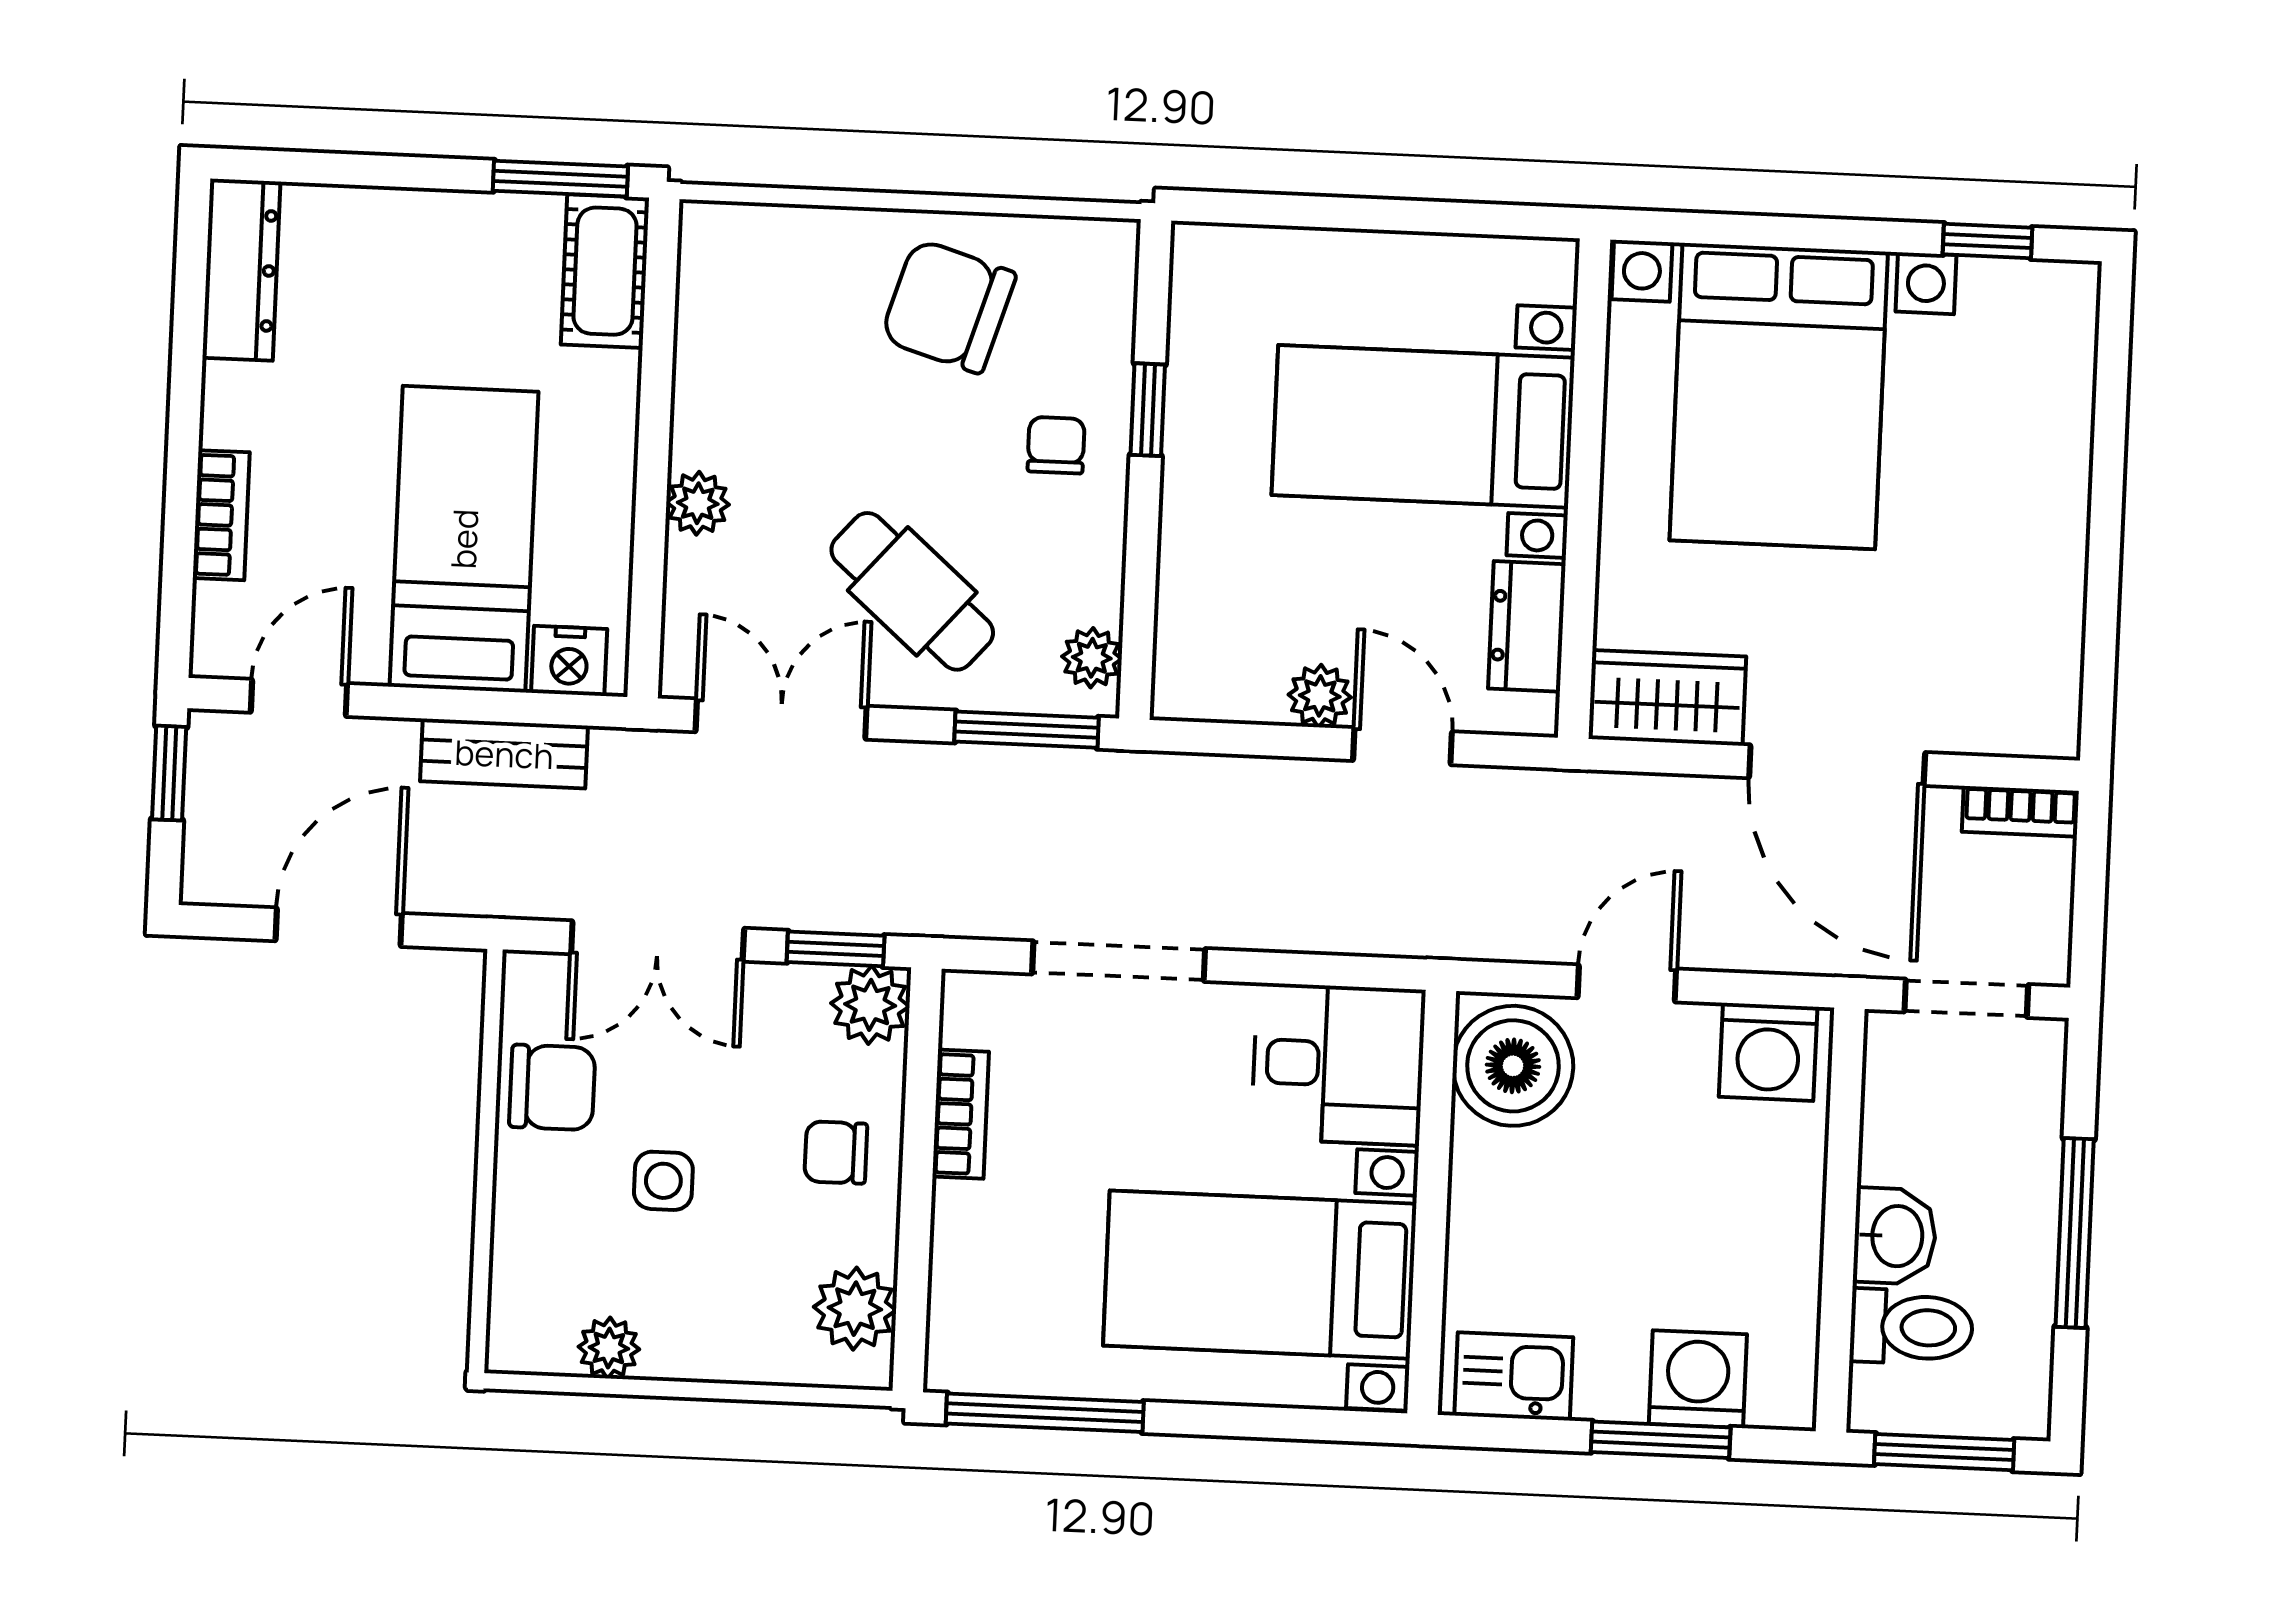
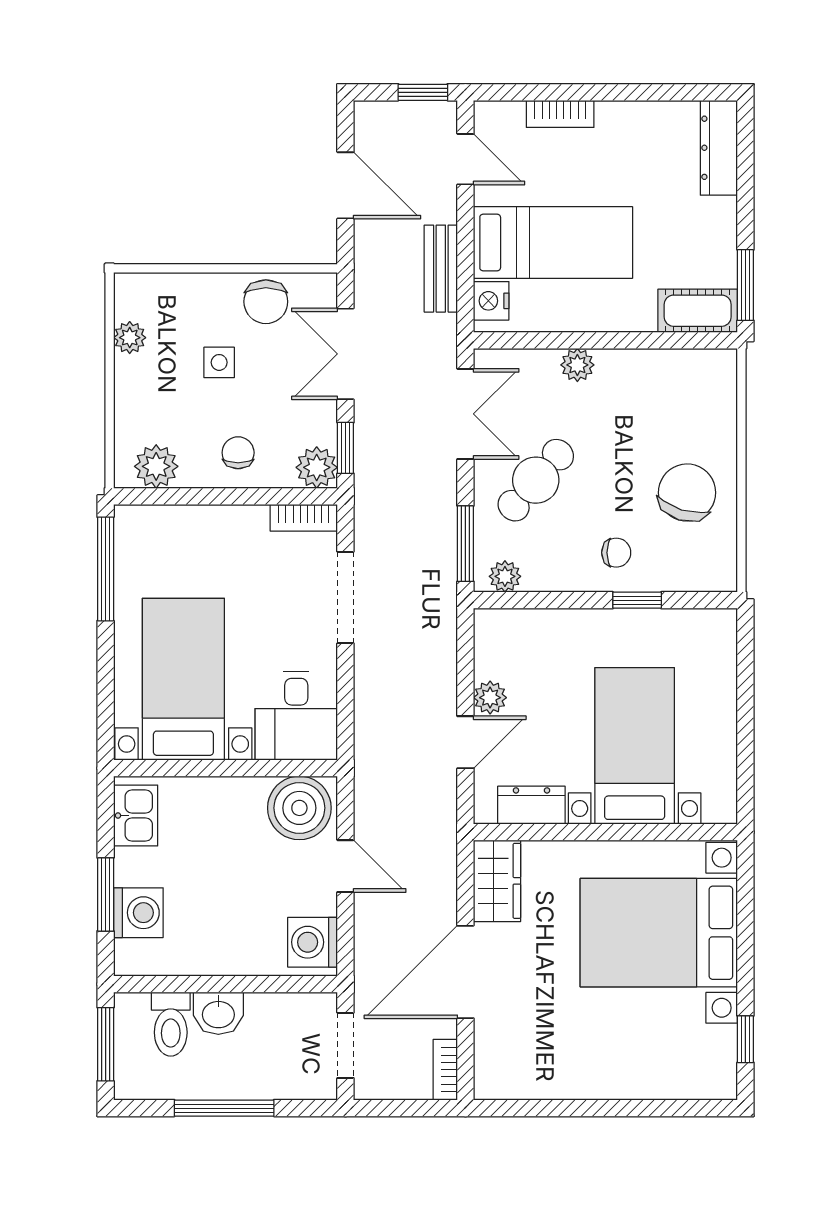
dresser: (241, 270) -> (719, 148), moved, turned 90
bookcase: (961, 1114) -> (304, 518), moved

